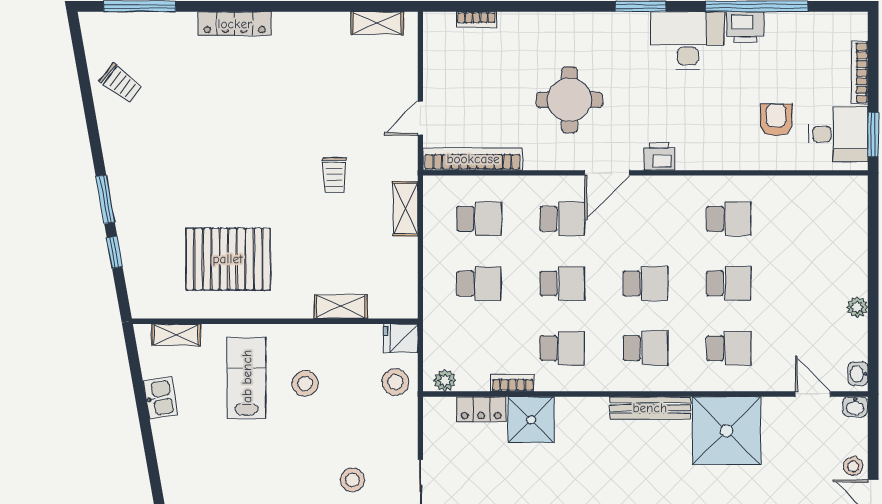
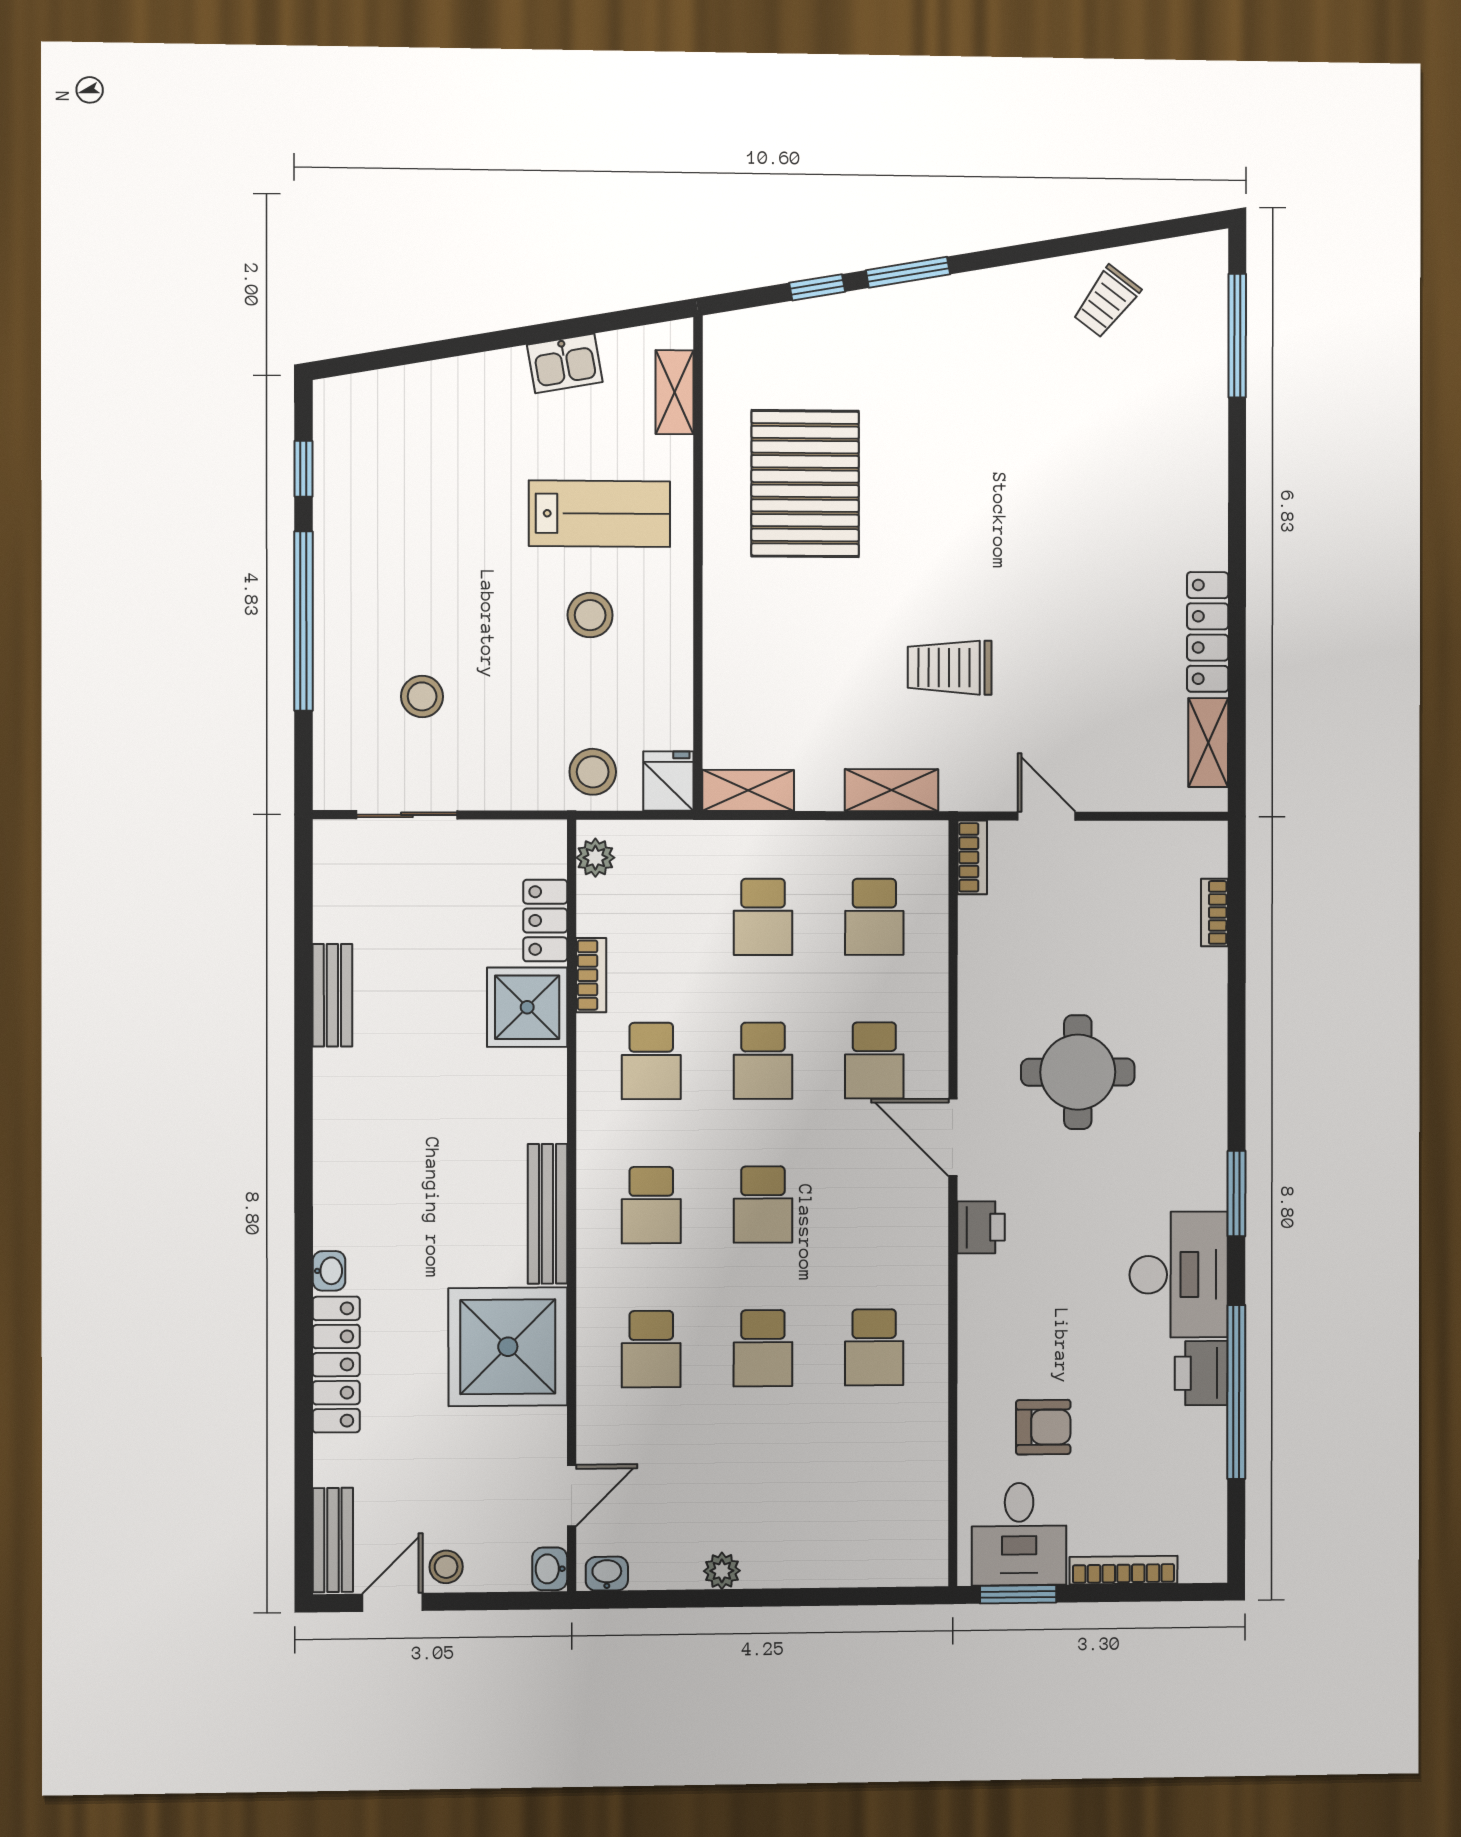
locker: (235, 24) -> (1208, 632), moved
bookcase: (473, 159) -> (972, 857), width x0.43, depth x0.76
trolley: (334, 175) -> (950, 668), width x1.36, depth x1.39
shelving: (341, 307) -> (748, 790), moved, turned 90

